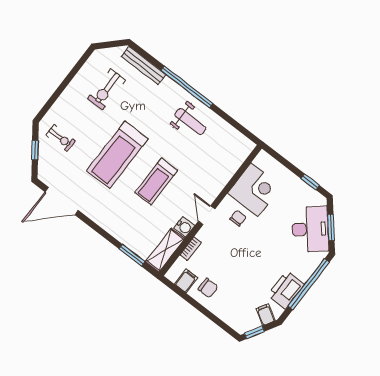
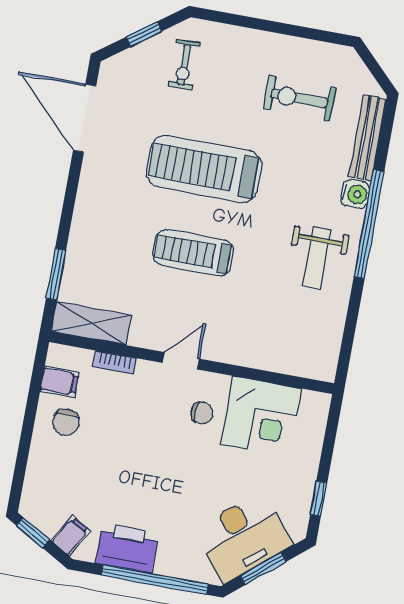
water cooler: (184, 227) -> (355, 194), moved, turned -90

